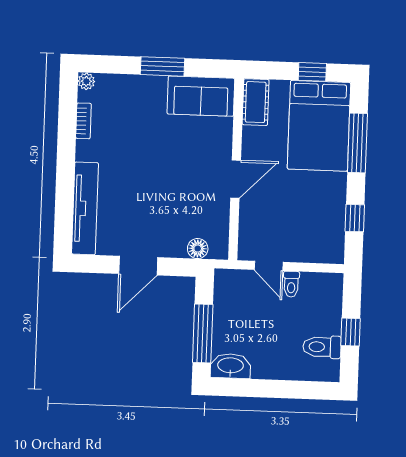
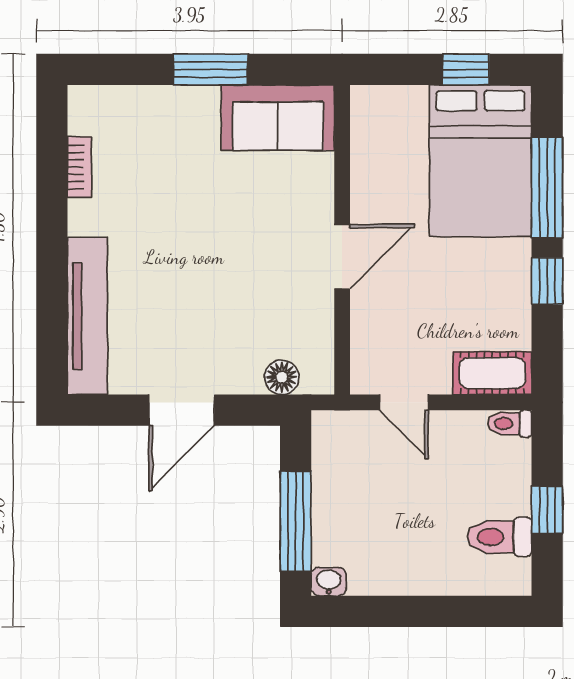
plant: (86, 81) -> (82, 100), removed
cot: (256, 102) -> (492, 373), moved, turned 90
window: (355, 218) -> (547, 281), moved
toilet: (291, 284) -> (510, 424), moved, turned 90
washbasin: (230, 366) -> (329, 582), width x0.52, depth x0.69

